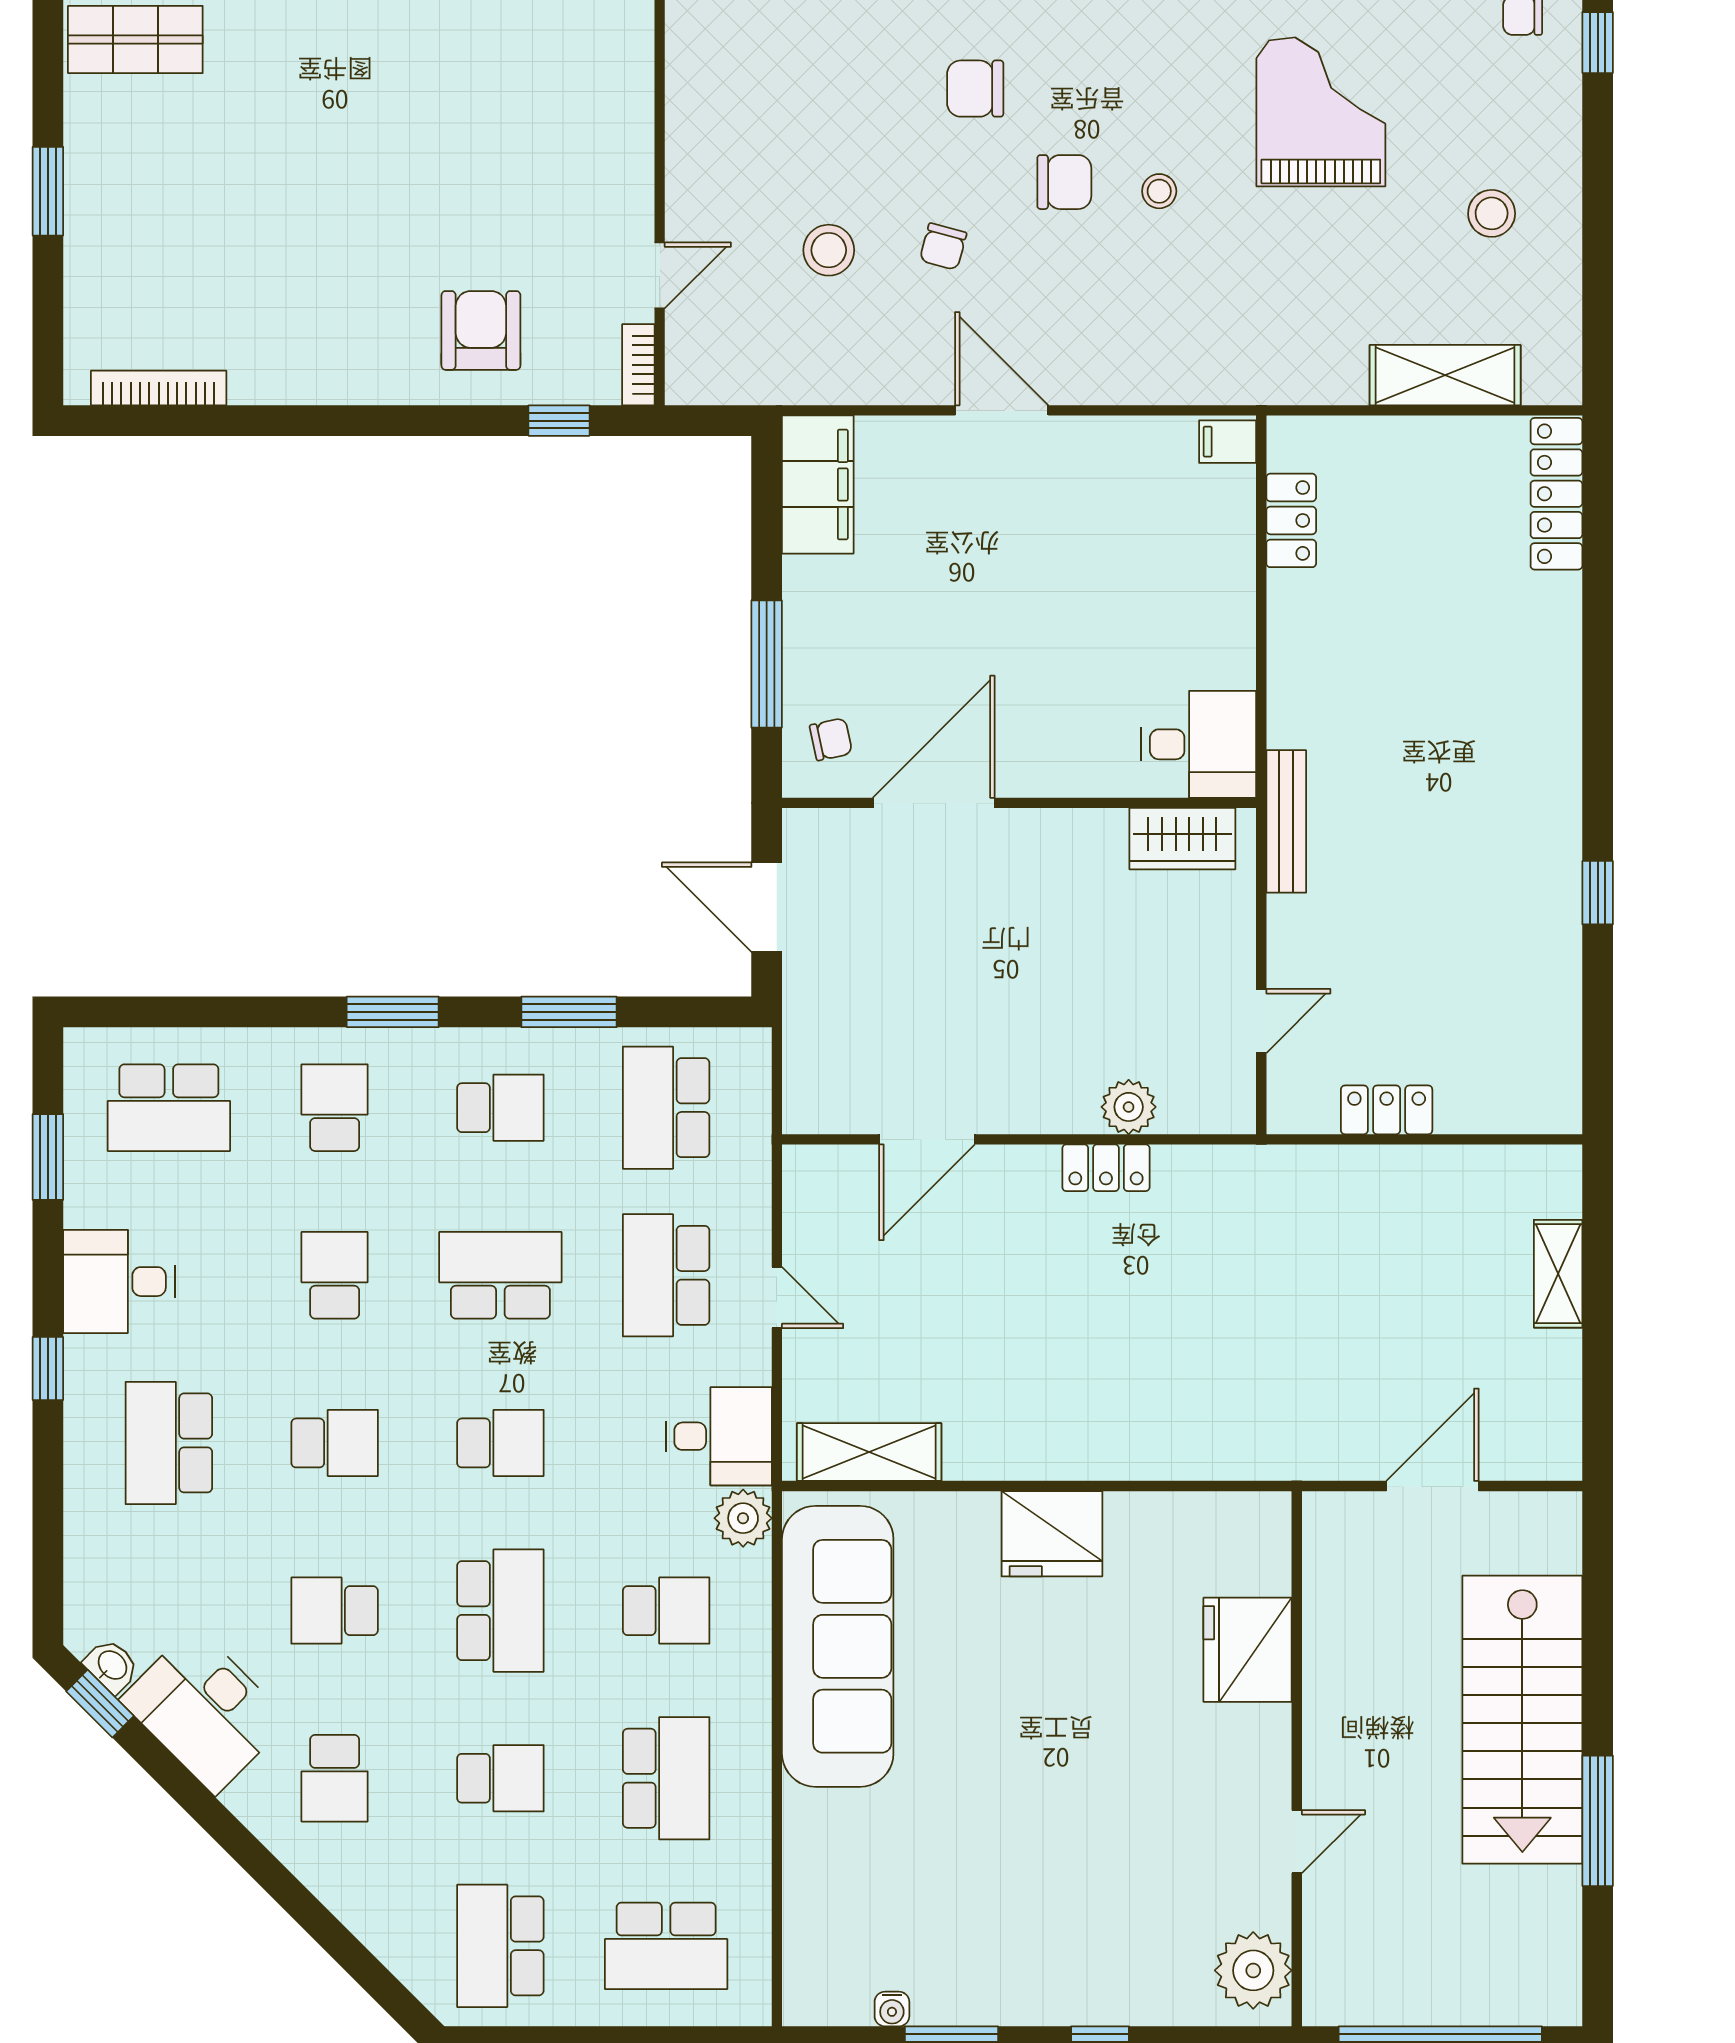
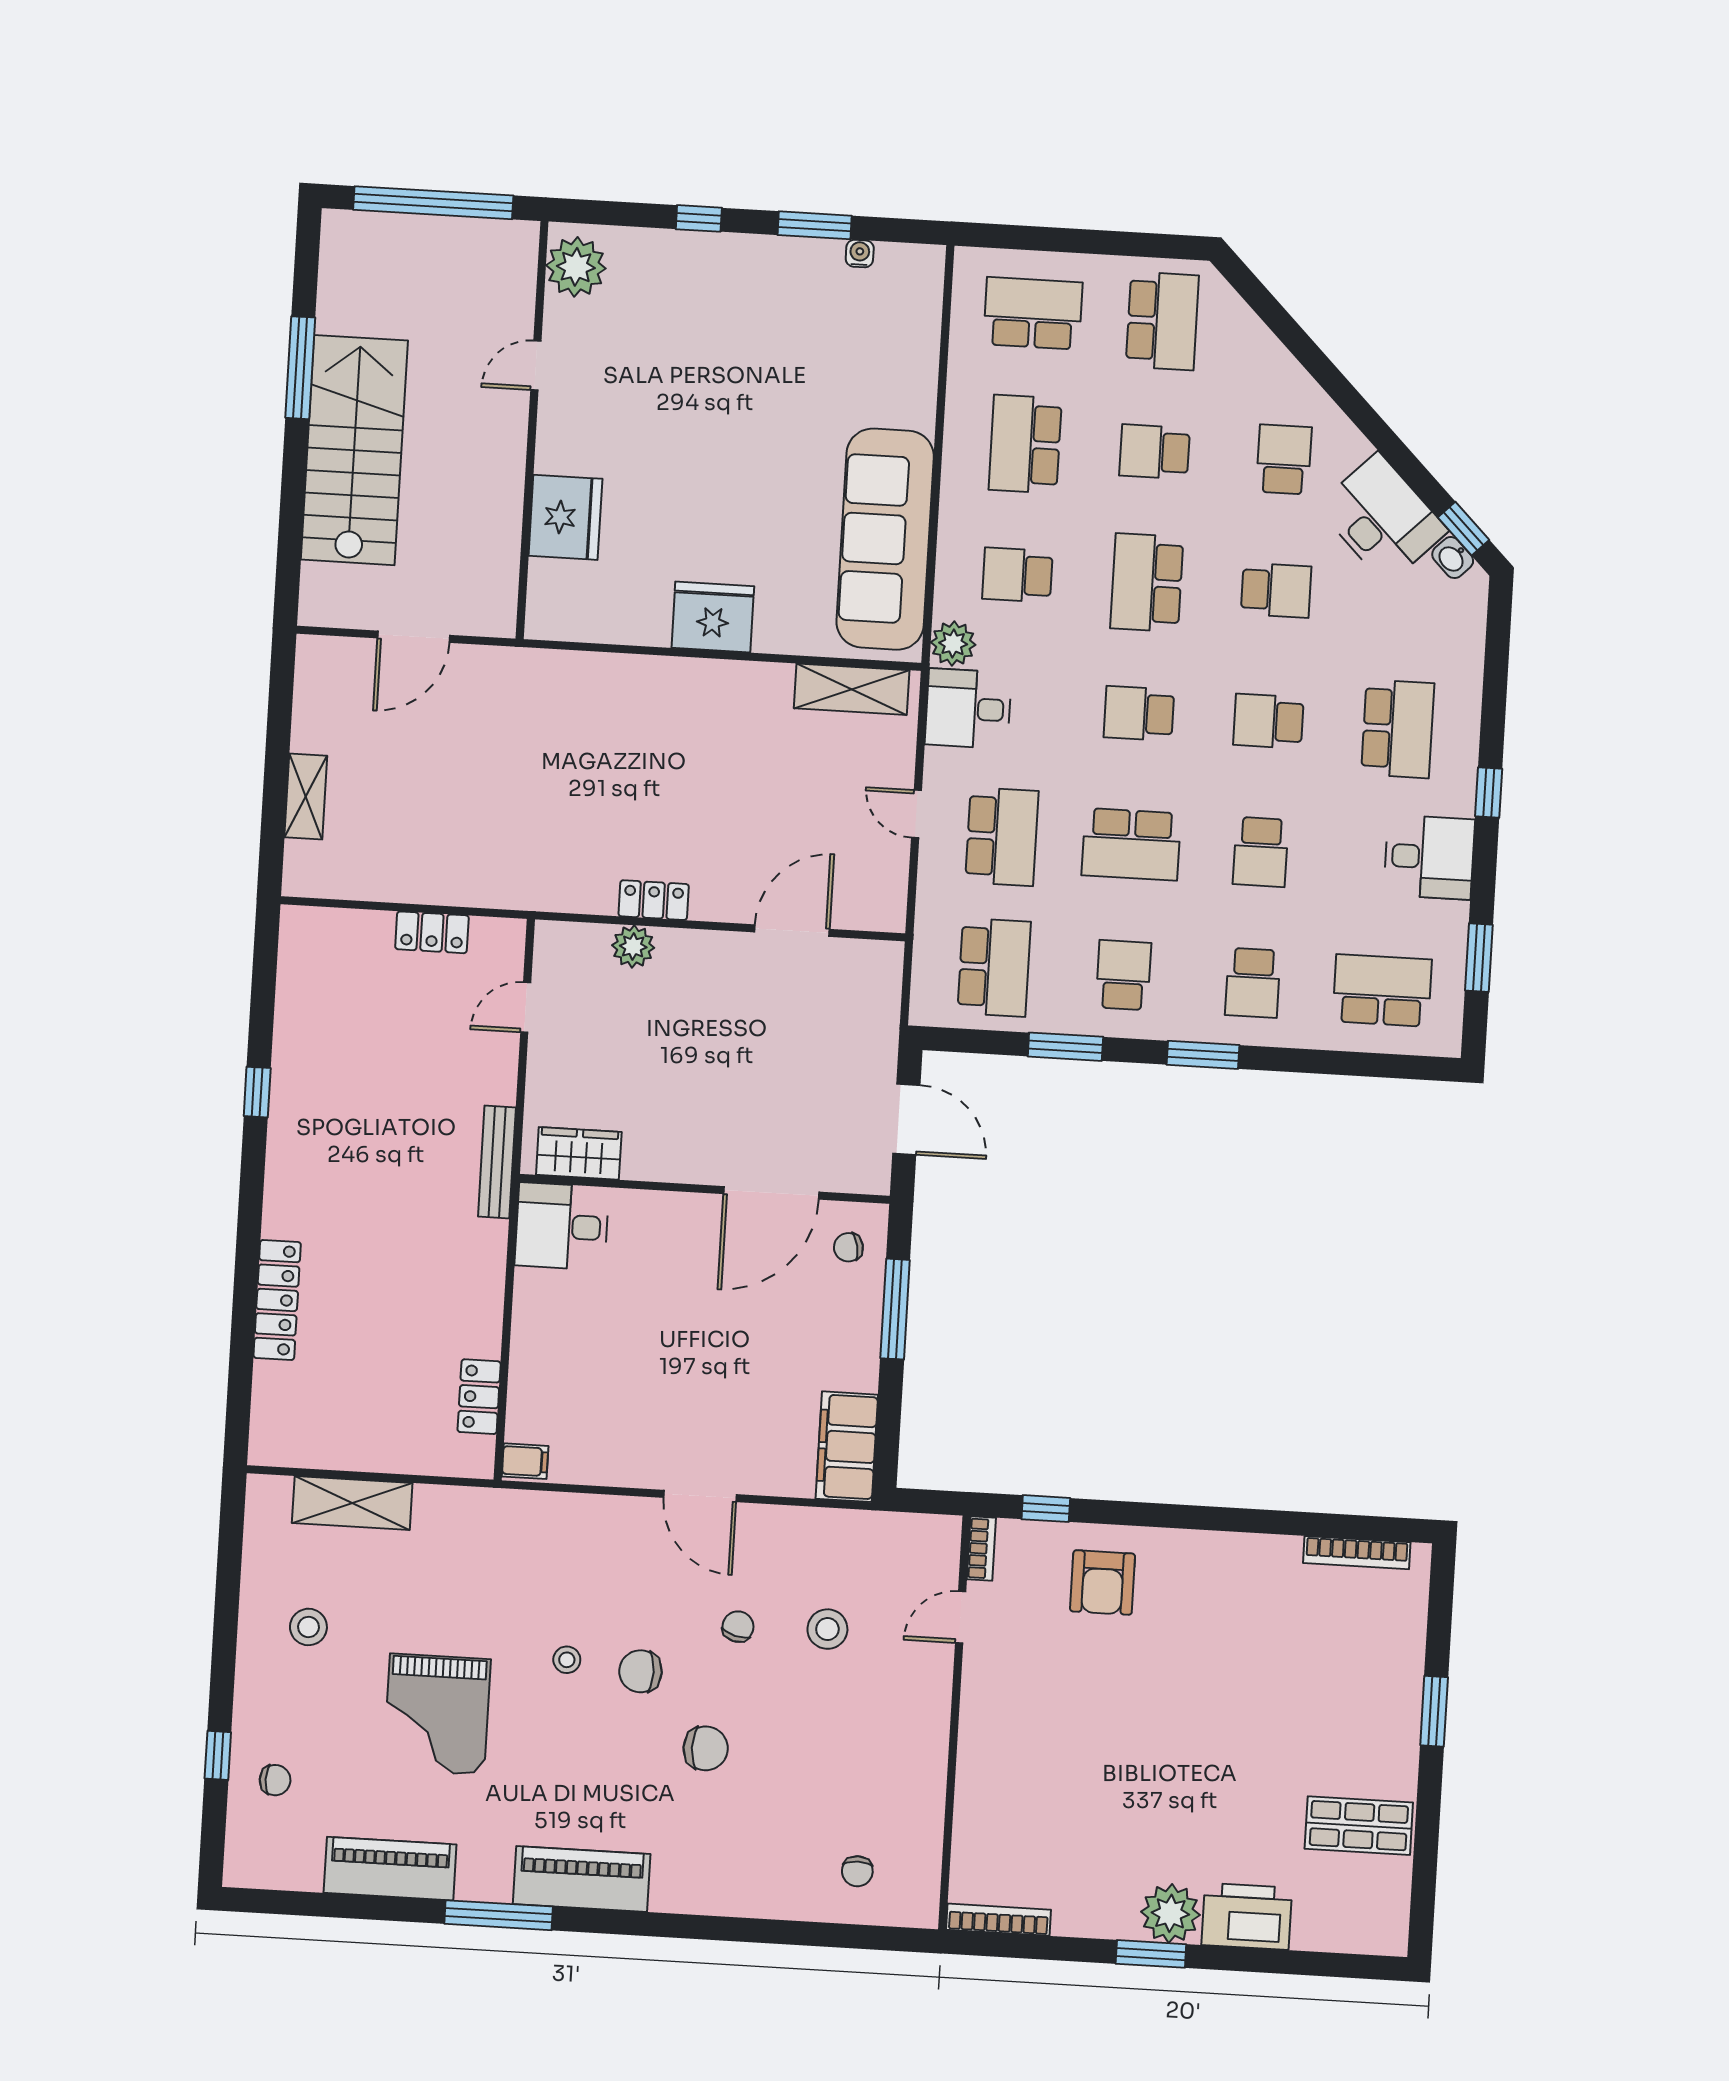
locker: (1556, 494) -> (277, 1300), moved
school desk: (500, 1108) -> (1123, 975), turned 90

